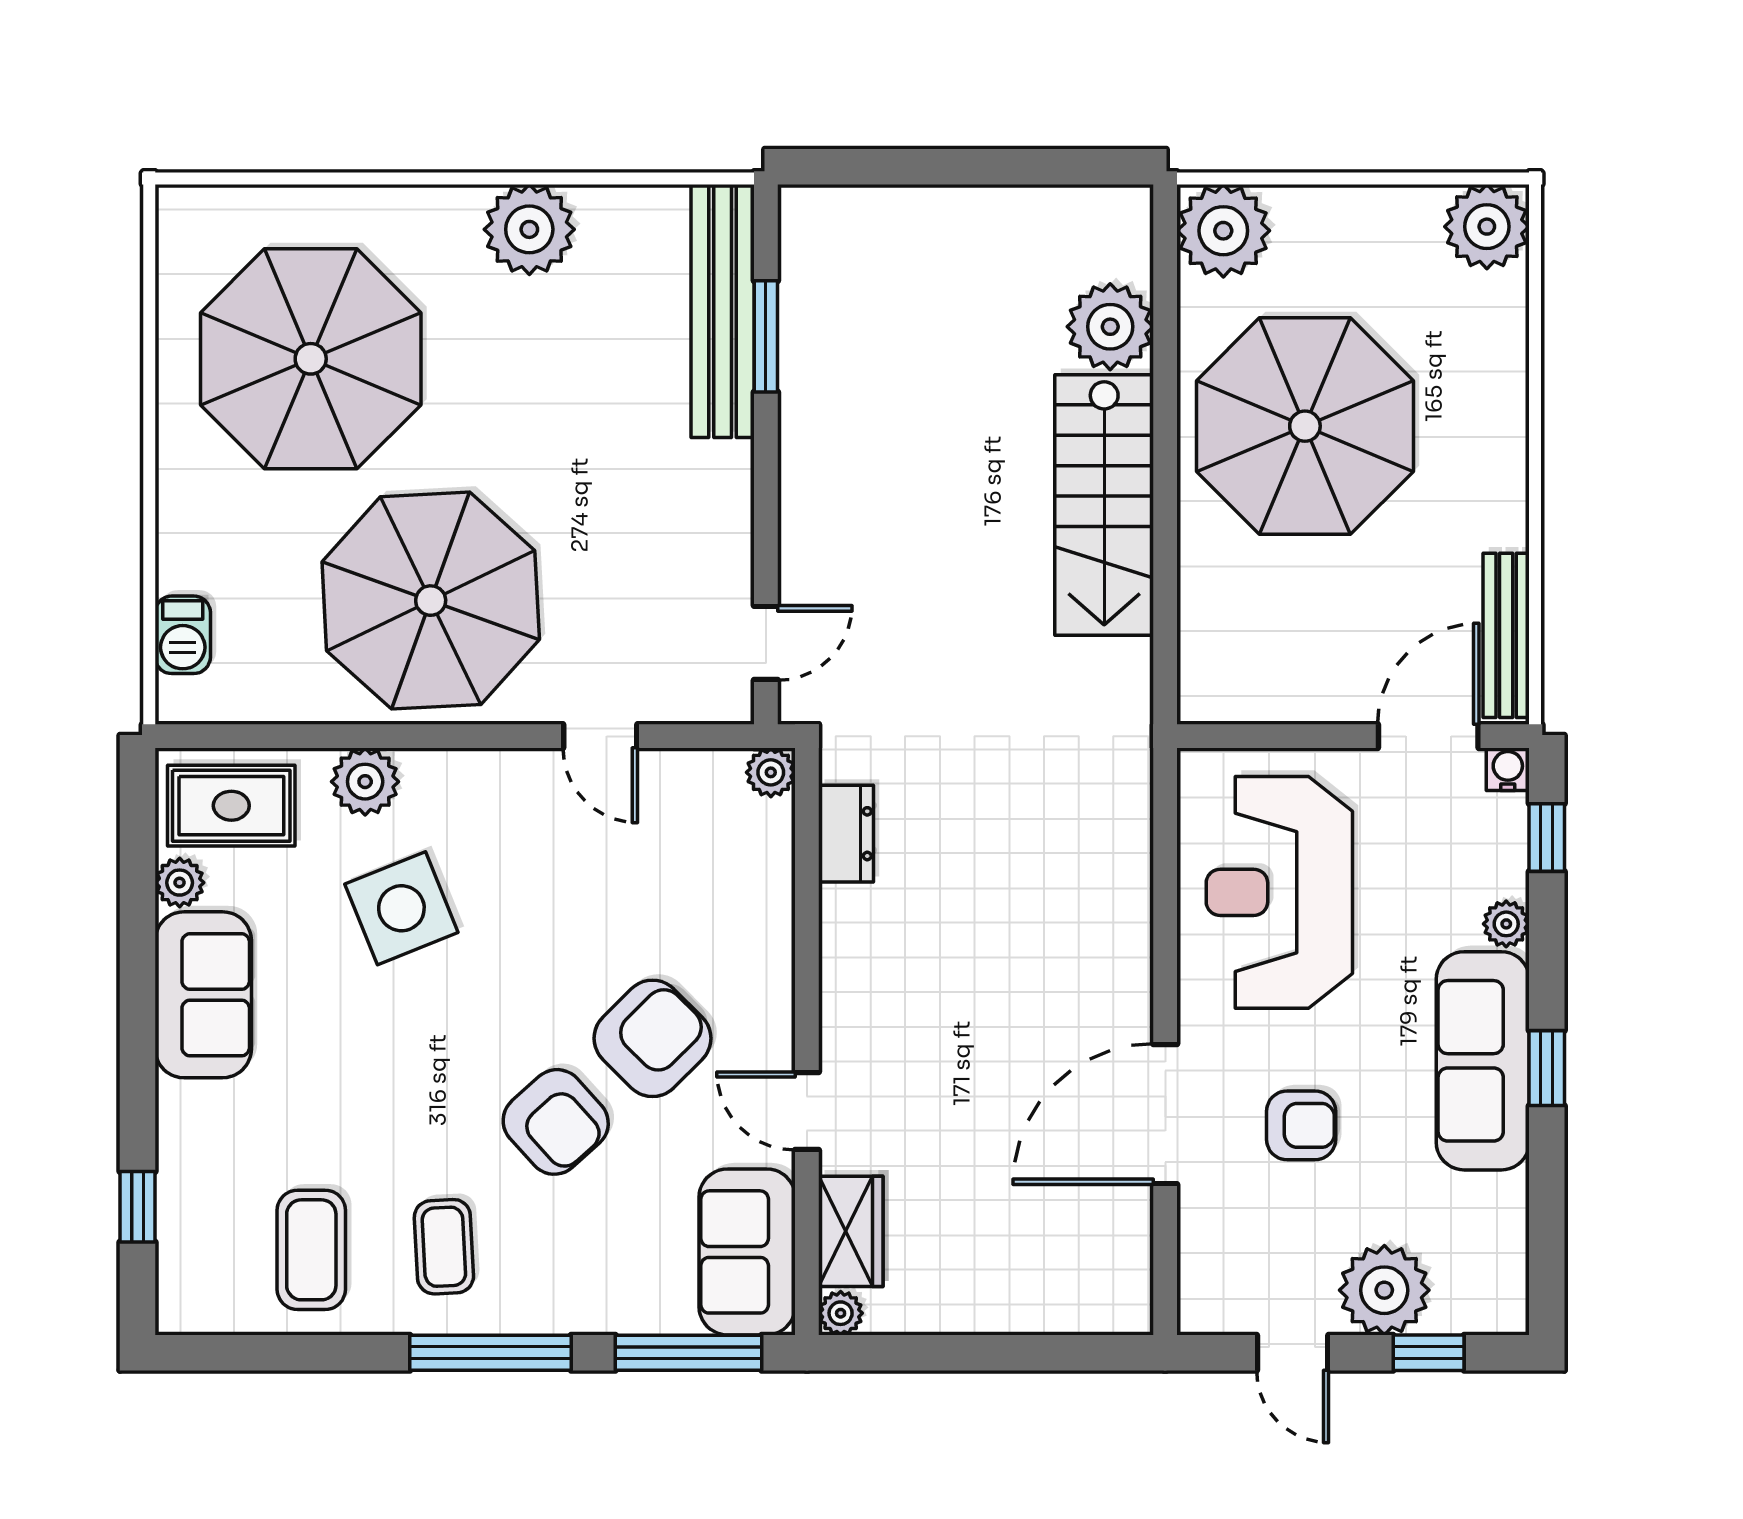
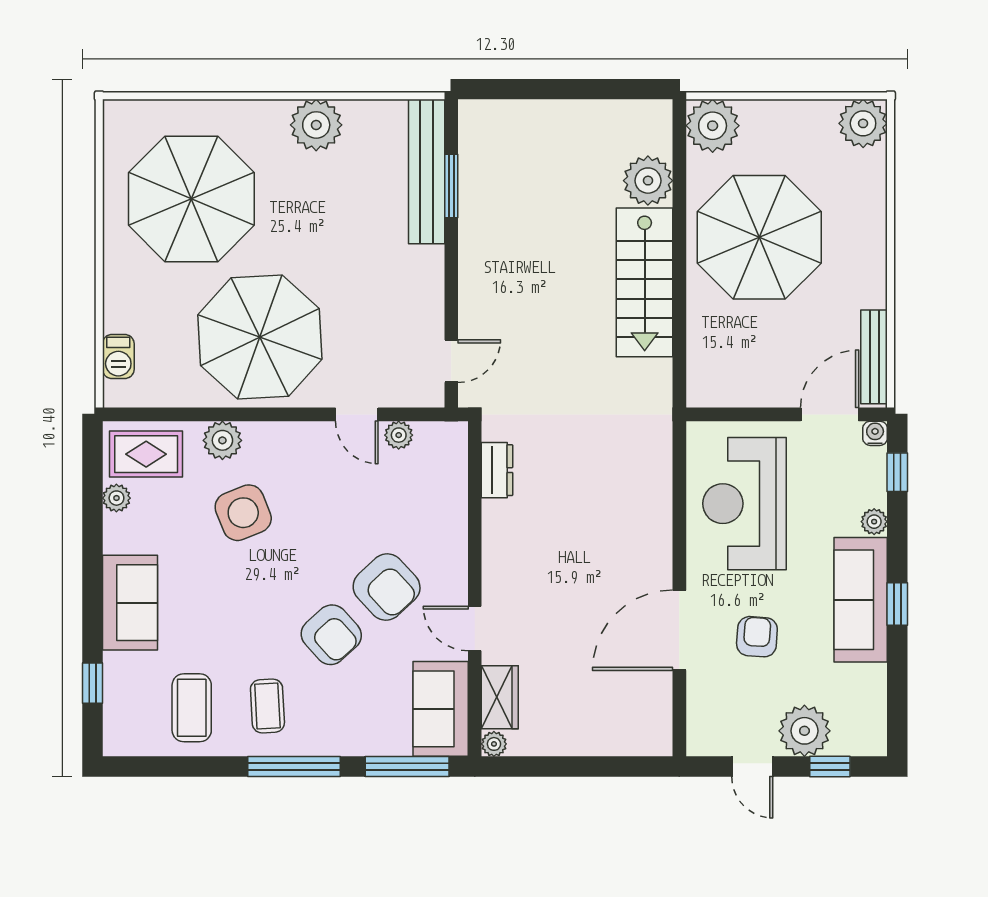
plant: (771, 772) -> (399, 435), moved
sofa: (203, 995) -> (130, 603), moved
armchair: (652, 1038) -> (387, 587), turned 92
armchair: (1301, 1125) -> (757, 637), turned -86

